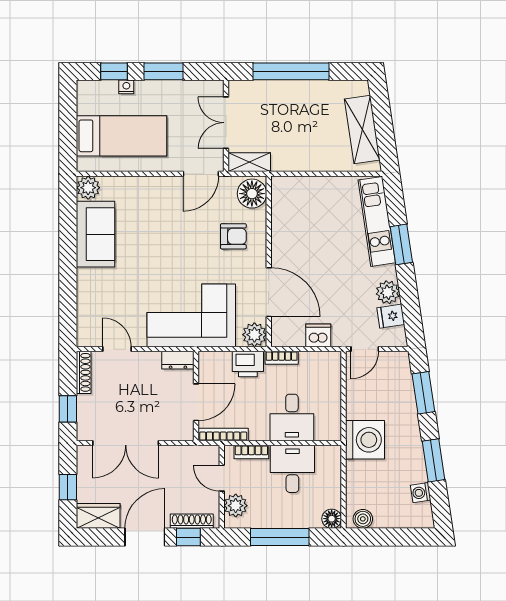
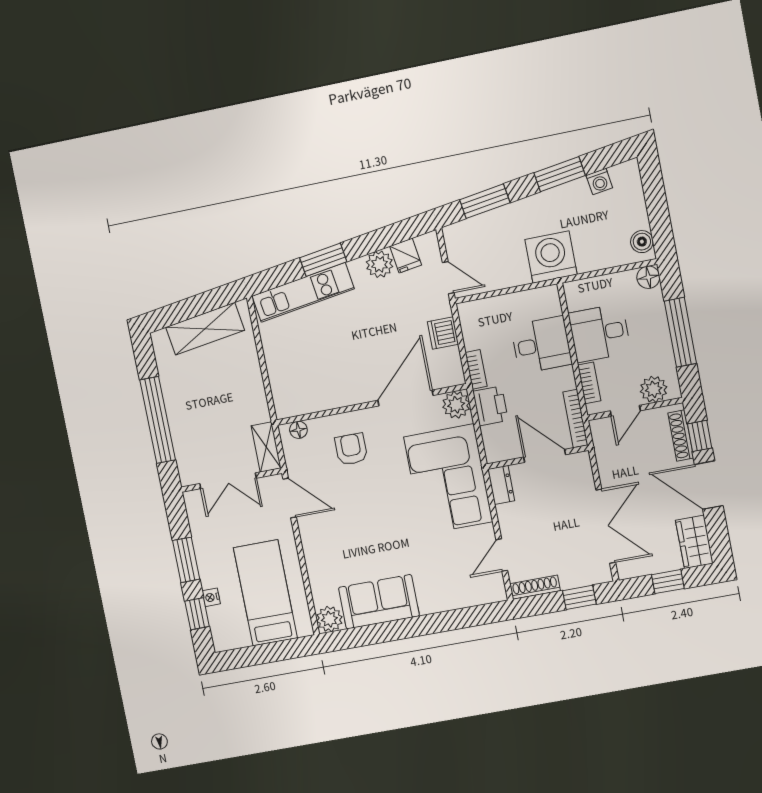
floor lamp: (252, 194) -> (298, 430), width x0.53, depth x0.53

